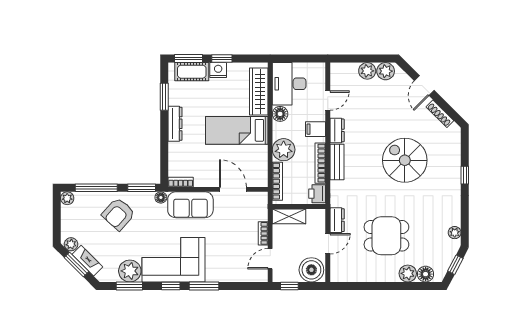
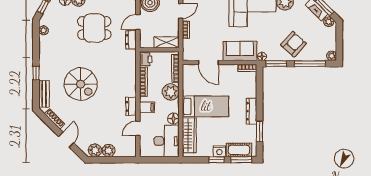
bench: (337, 162) -> (44, 94), moved

